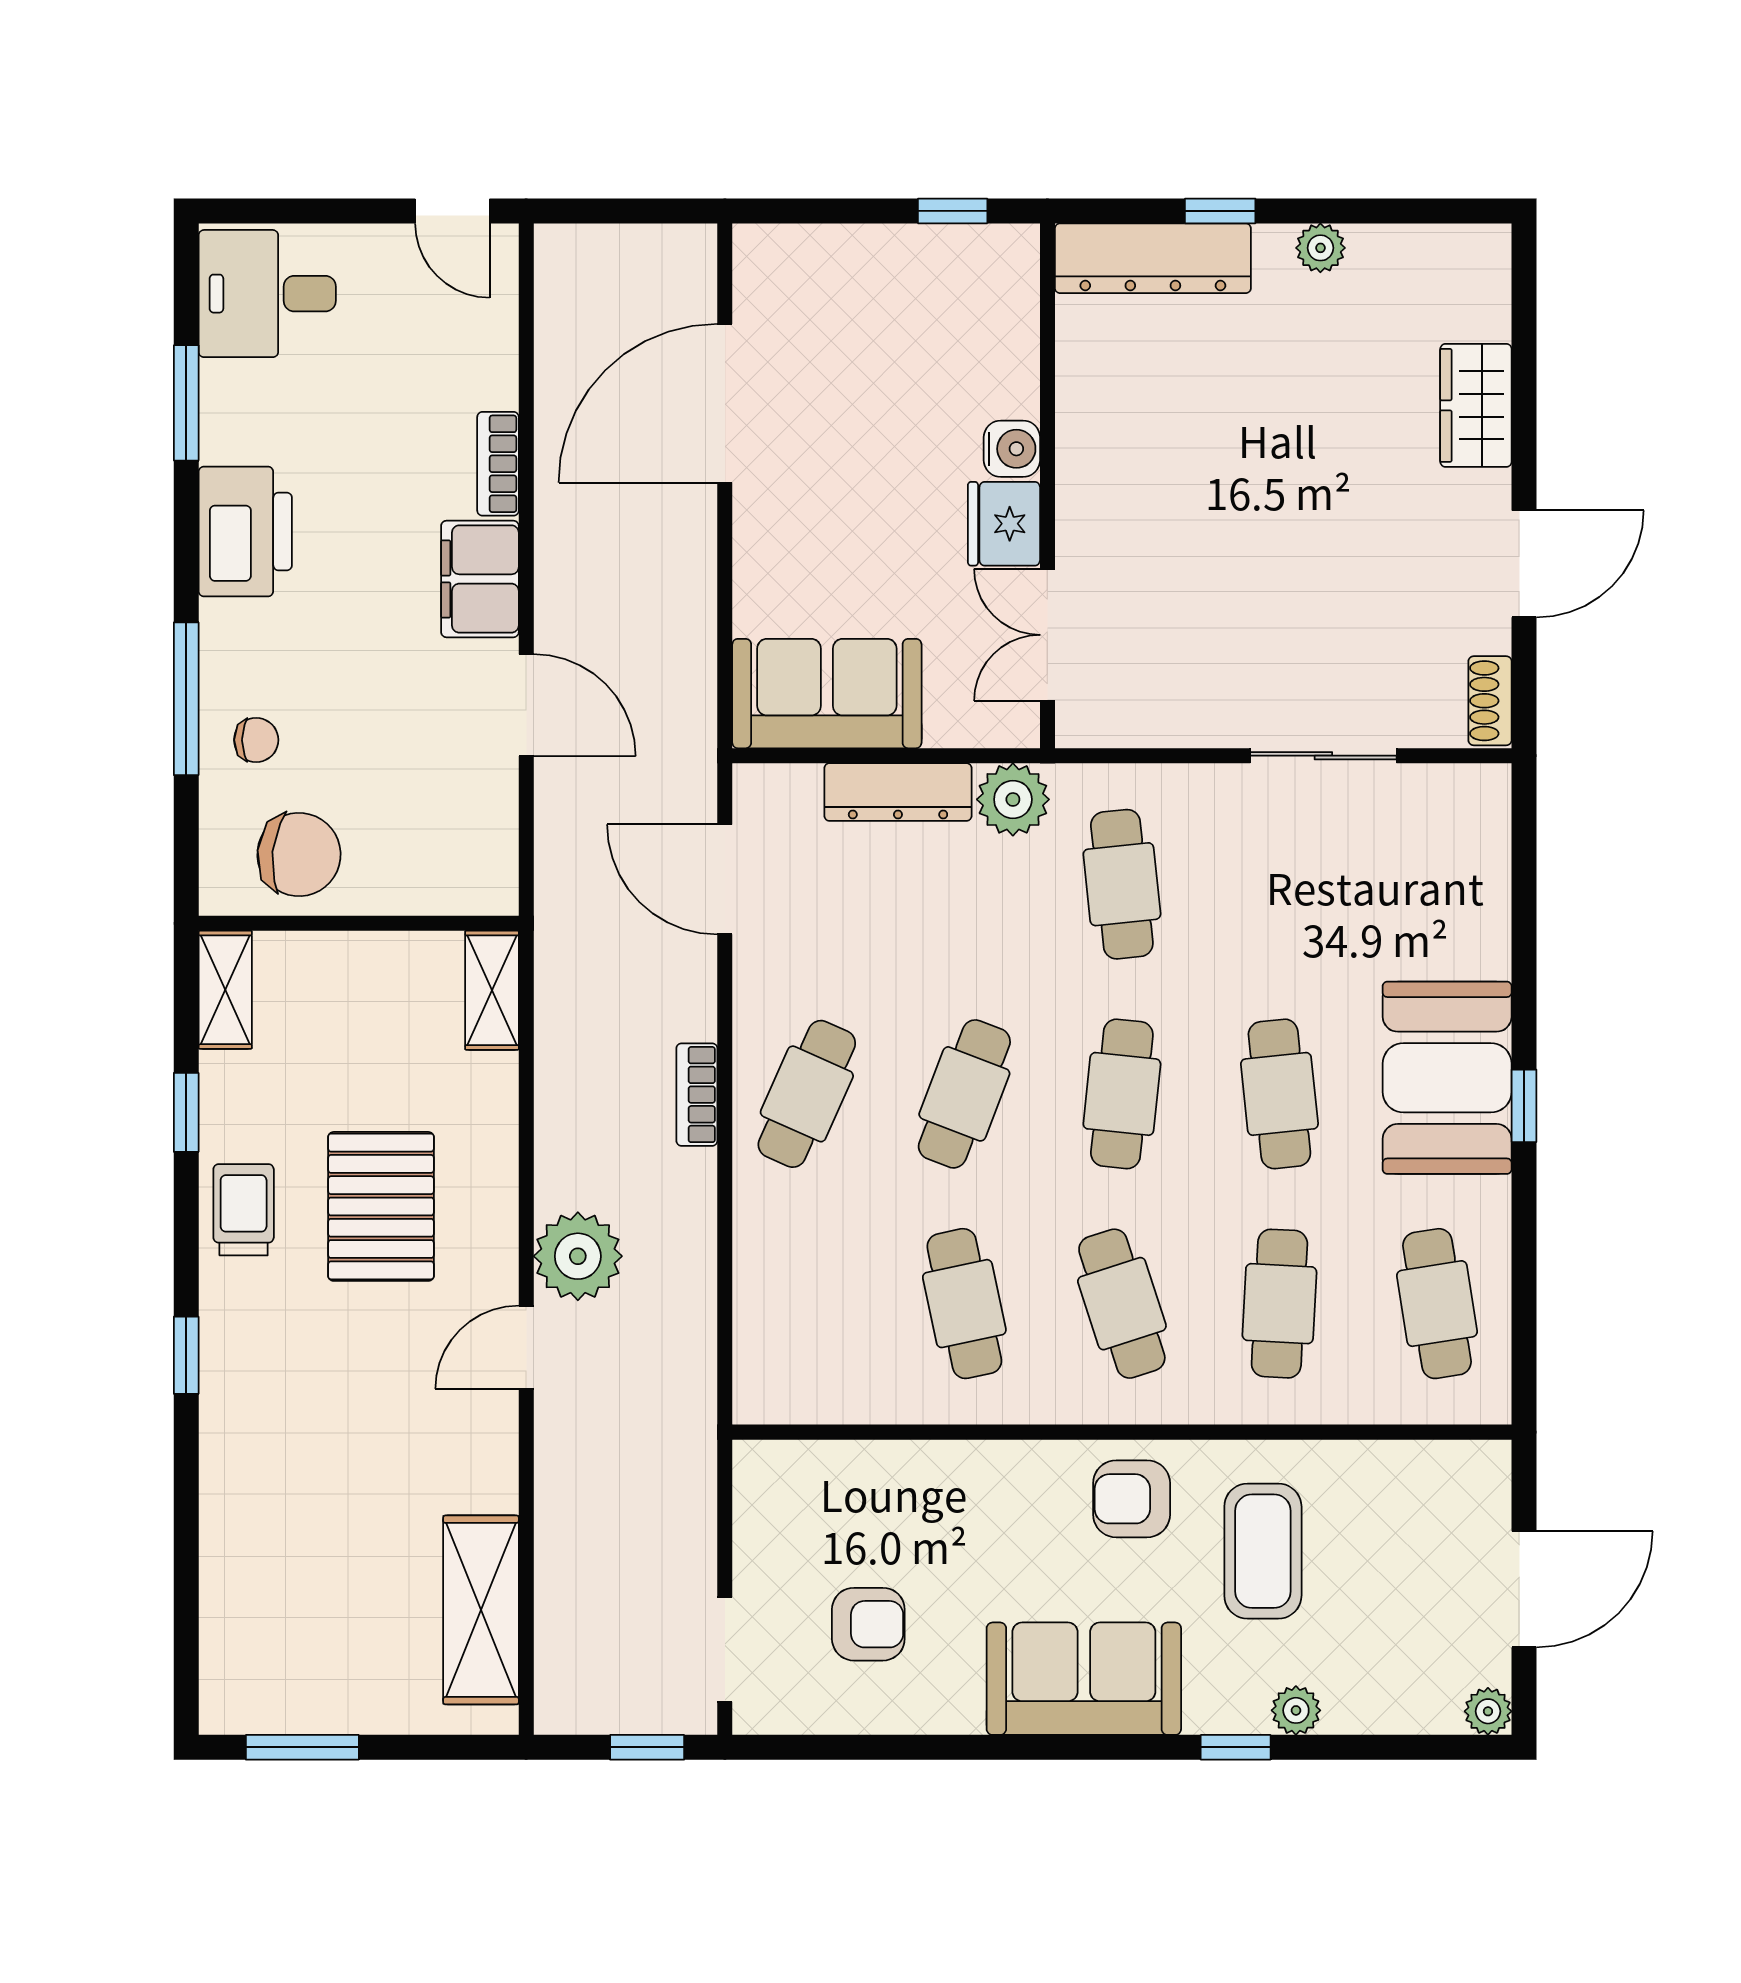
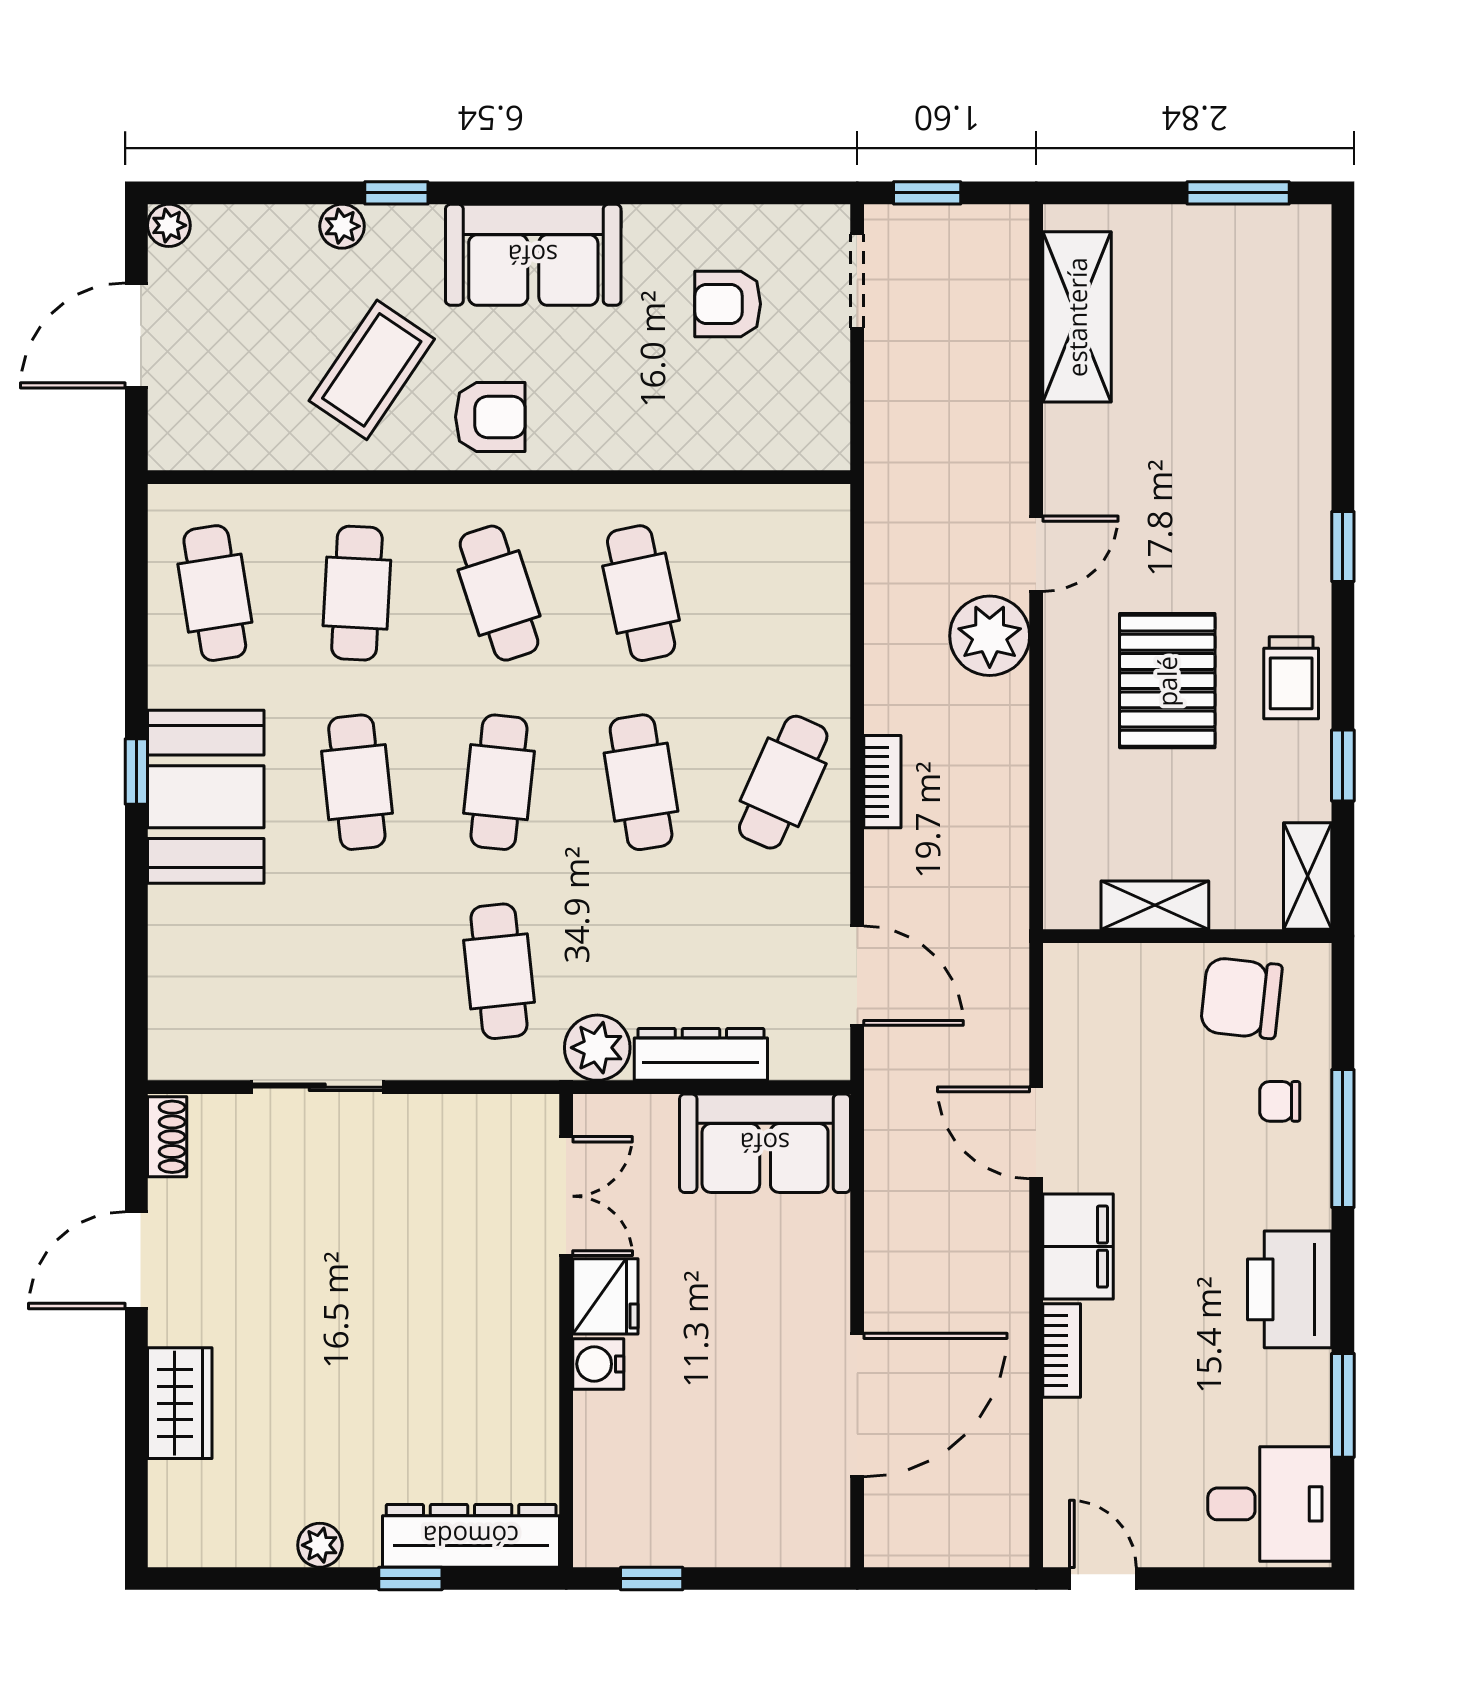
shelving: (492, 990) -> (1155, 905), moved, turned 90
cafe table: (964, 1094) -> (641, 782), turned -30
coffee table: (1263, 1551) -> (372, 370), turned 34

